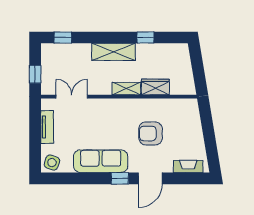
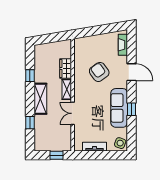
window: (63, 38) -> (30, 123), moved
double door: (72, 97) -> (73, 113), moved
armchair: (151, 133) -> (99, 72), turned 144
window: (120, 178) -> (132, 109), moved

